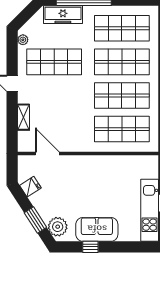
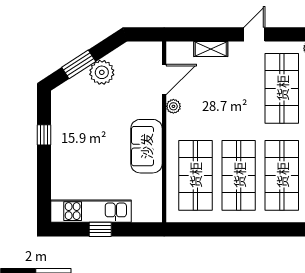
plant: (68, 146) -> (173, 106), added
fridge: (30, 187) -> (121, 58), removed
plant: (58, 227) -> (102, 72), moved
sofa: (97, 229) -> (146, 146), moved, turned 180

